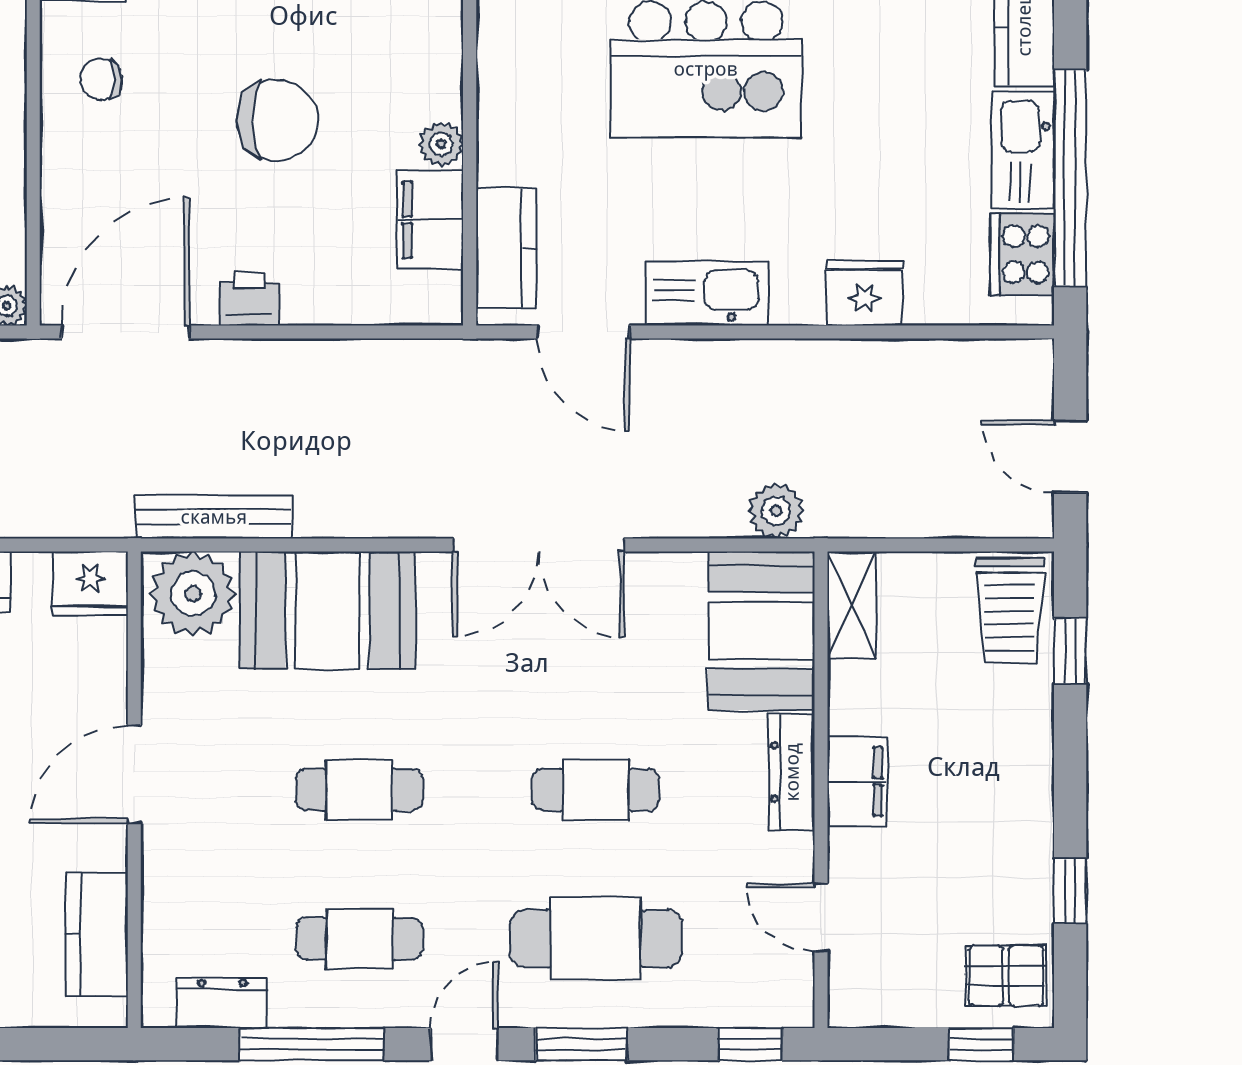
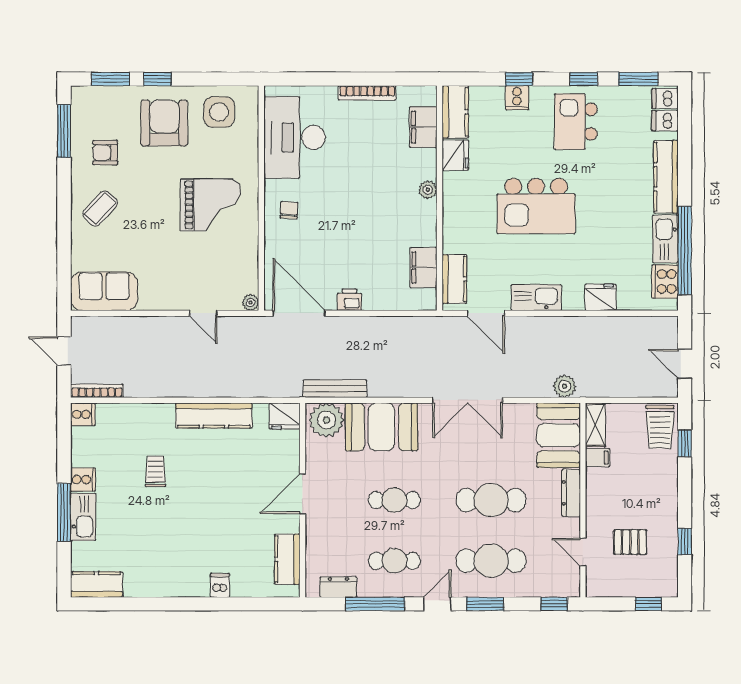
chair: (101, 79) -> (289, 210), turned 94
chair: (277, 120) -> (361, 227), removed
plant: (441, 144) -> (428, 190), moved
door: (125, 332) -> (299, 313), hinge flipped
filing cabinet: (857, 782) -> (598, 458), moved, width x0.50
cafe table: (596, 790) -> (491, 500), width x1.37, depth x1.35
pallet: (1006, 976) -> (630, 542), moved

